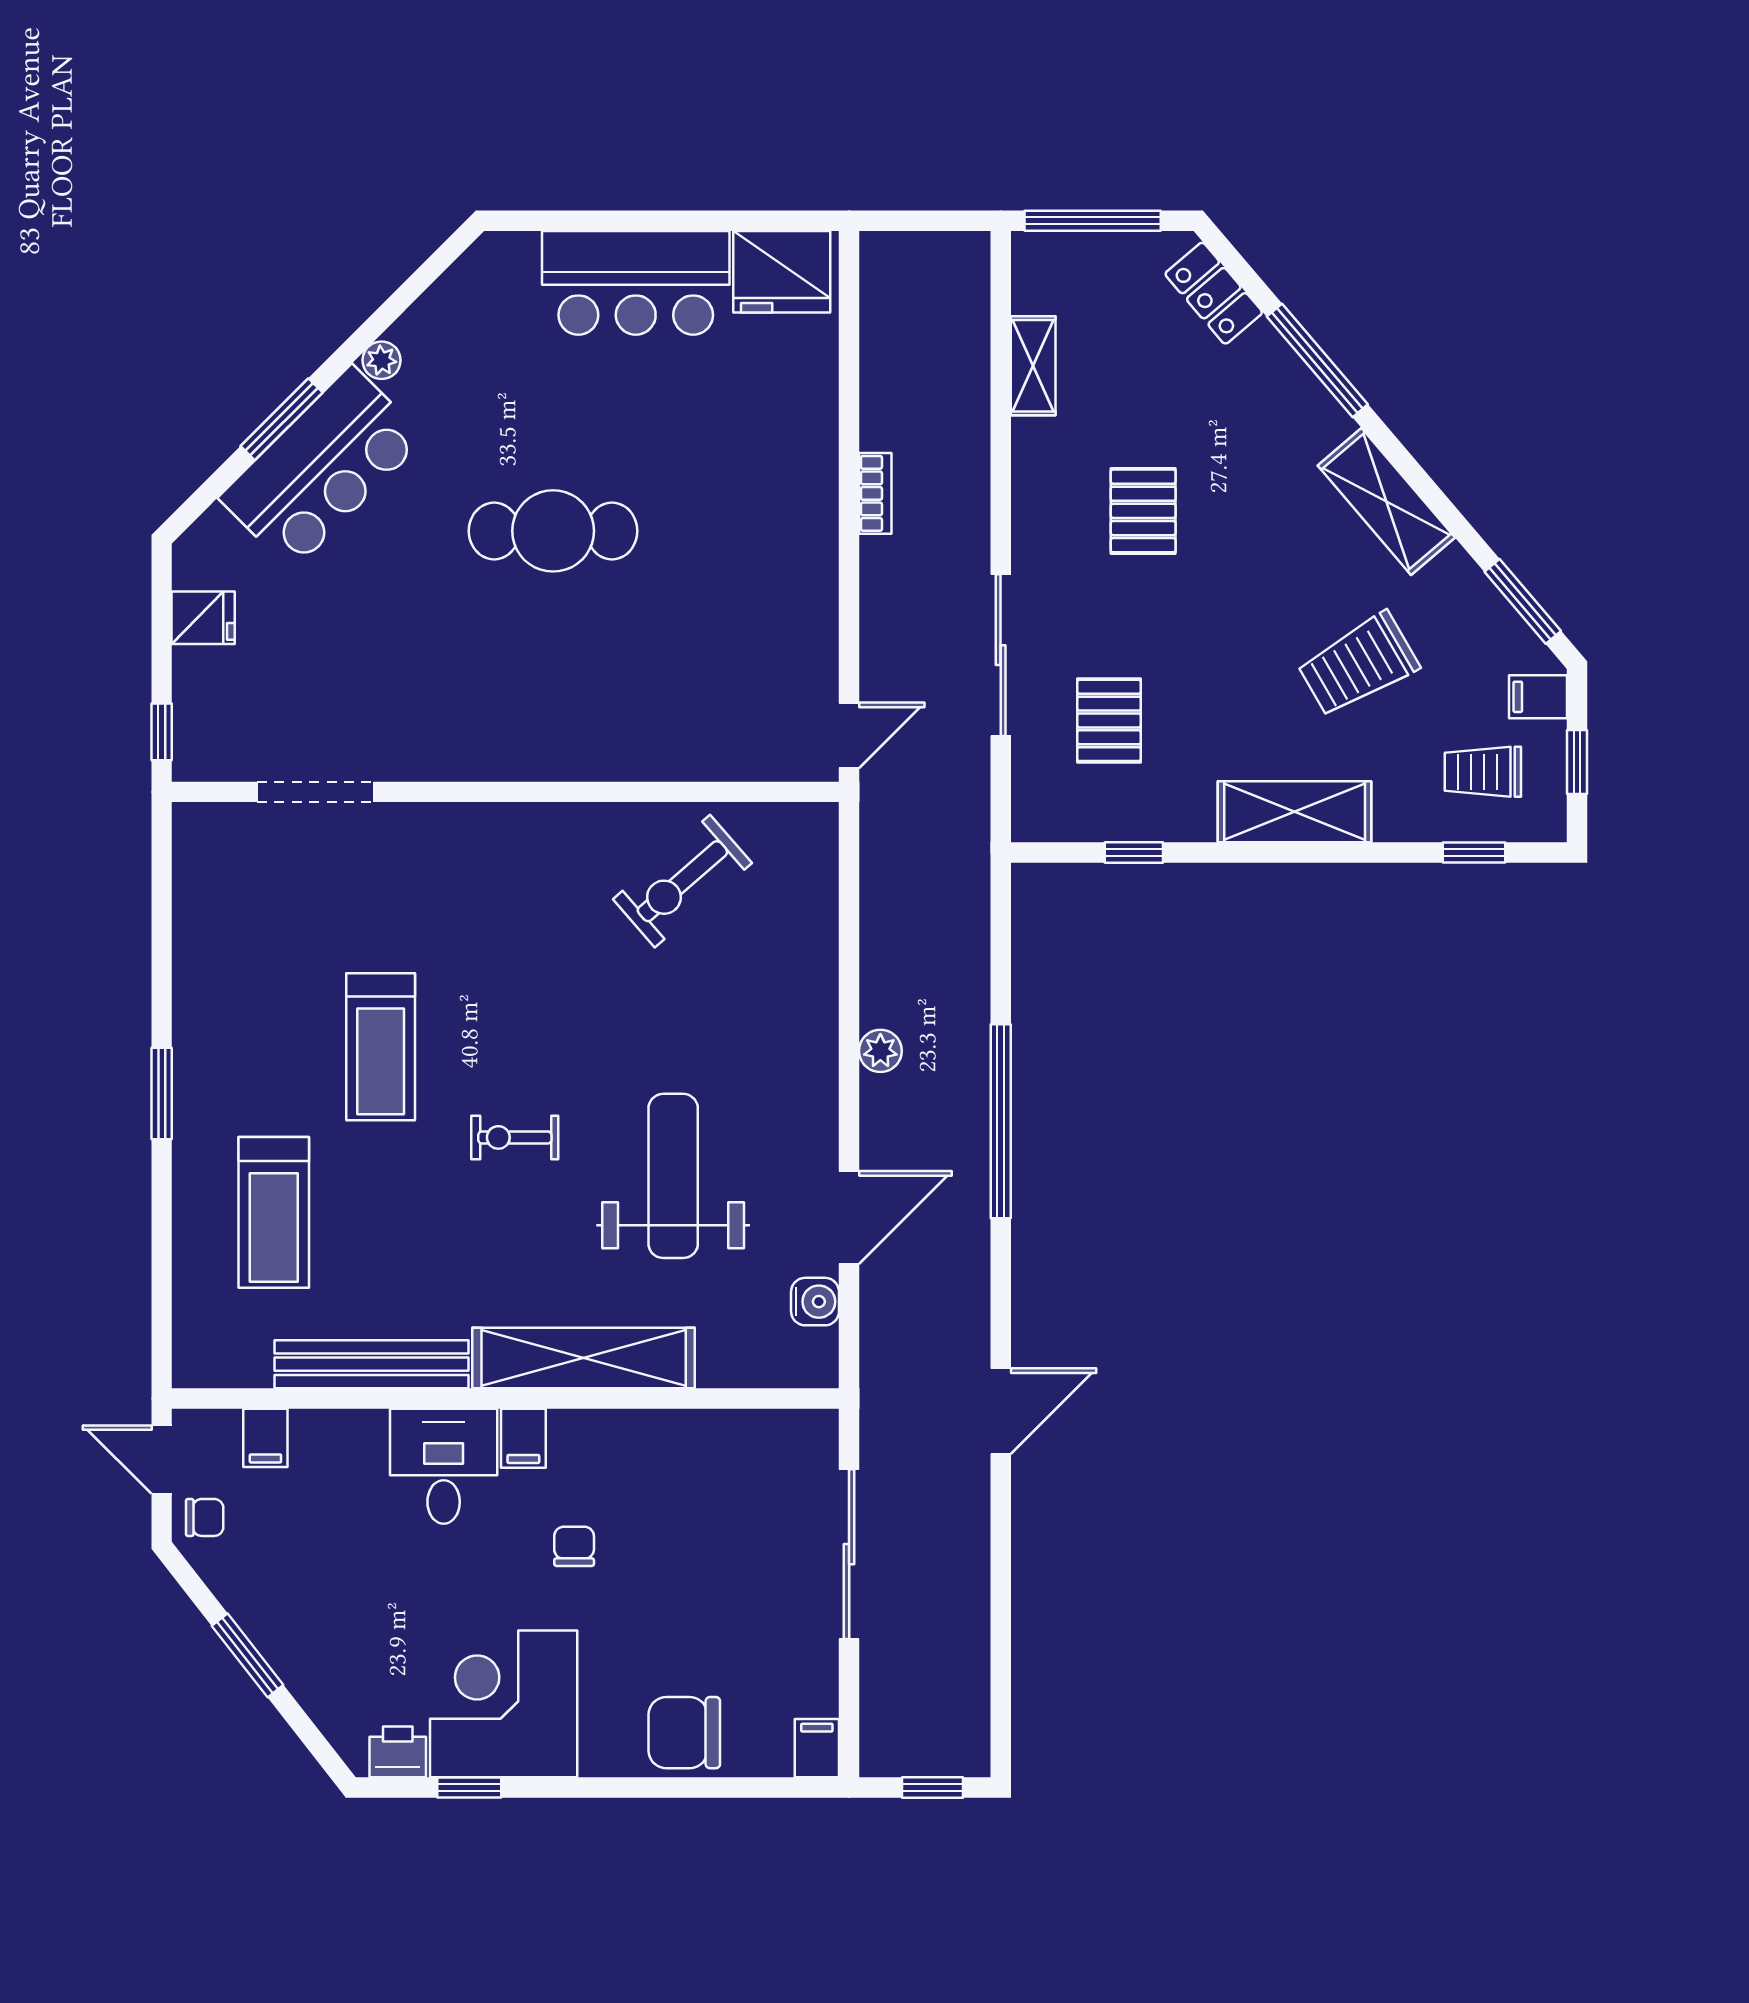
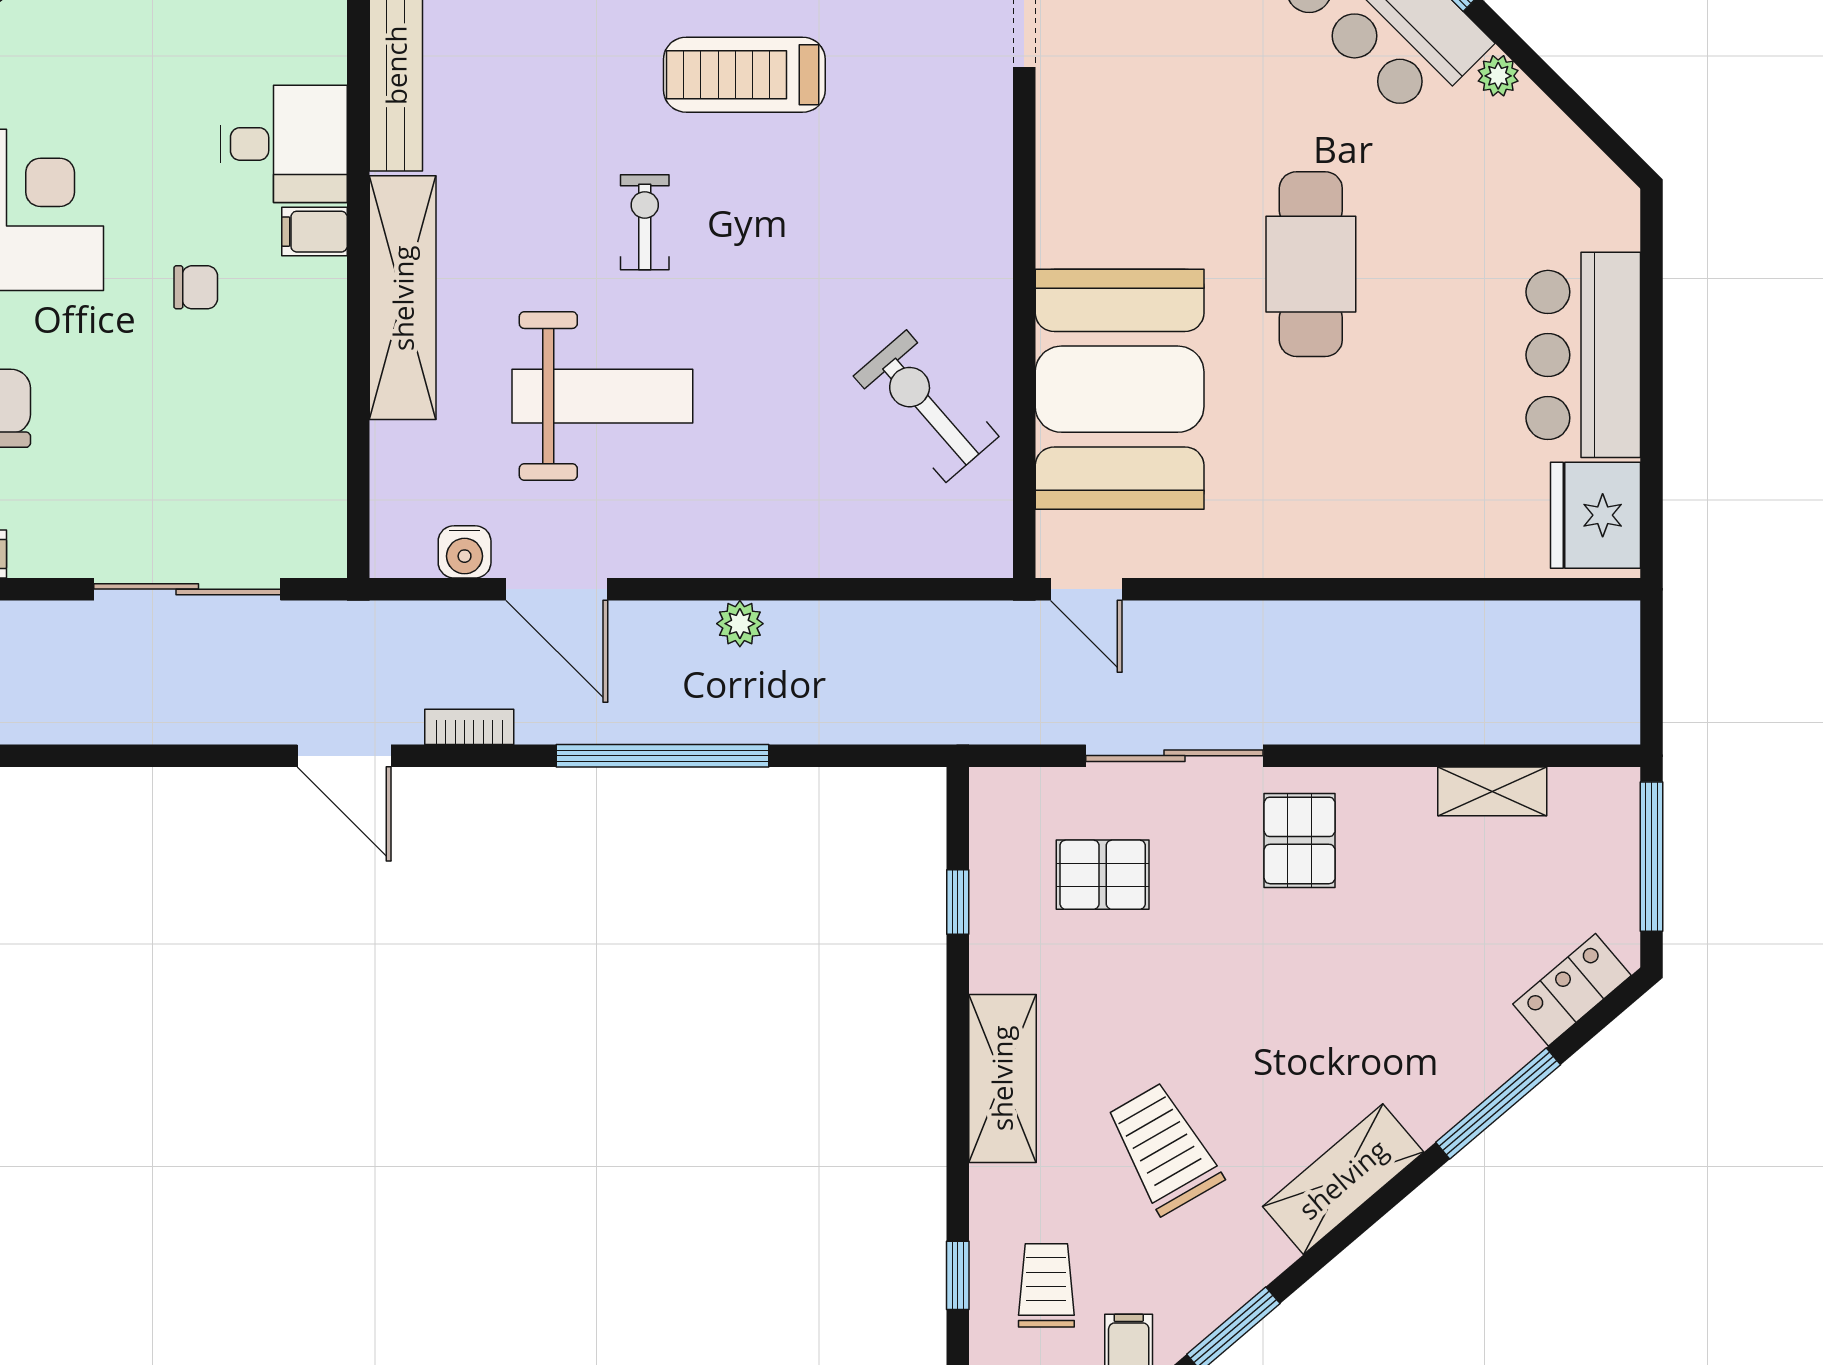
bookcase: (875, 493) -> (469, 727), moved, turned 180
pallet: (1143, 511) -> (1300, 840), moved, turned 90
booth: (667, 705) -> (1120, 389), added

